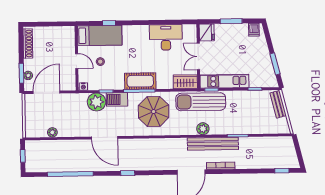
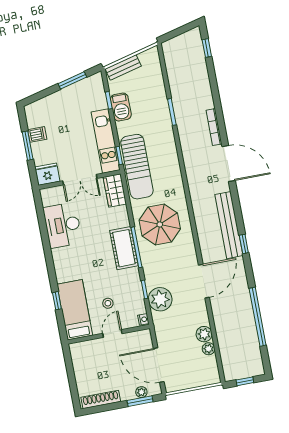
dishwasher: (254, 30) -> (37, 134), moved
barbecue: (117, 99) -> (121, 107), moved
plant: (203, 129) -> (204, 334), moved
bench: (213, 144) -> (229, 225), moved

